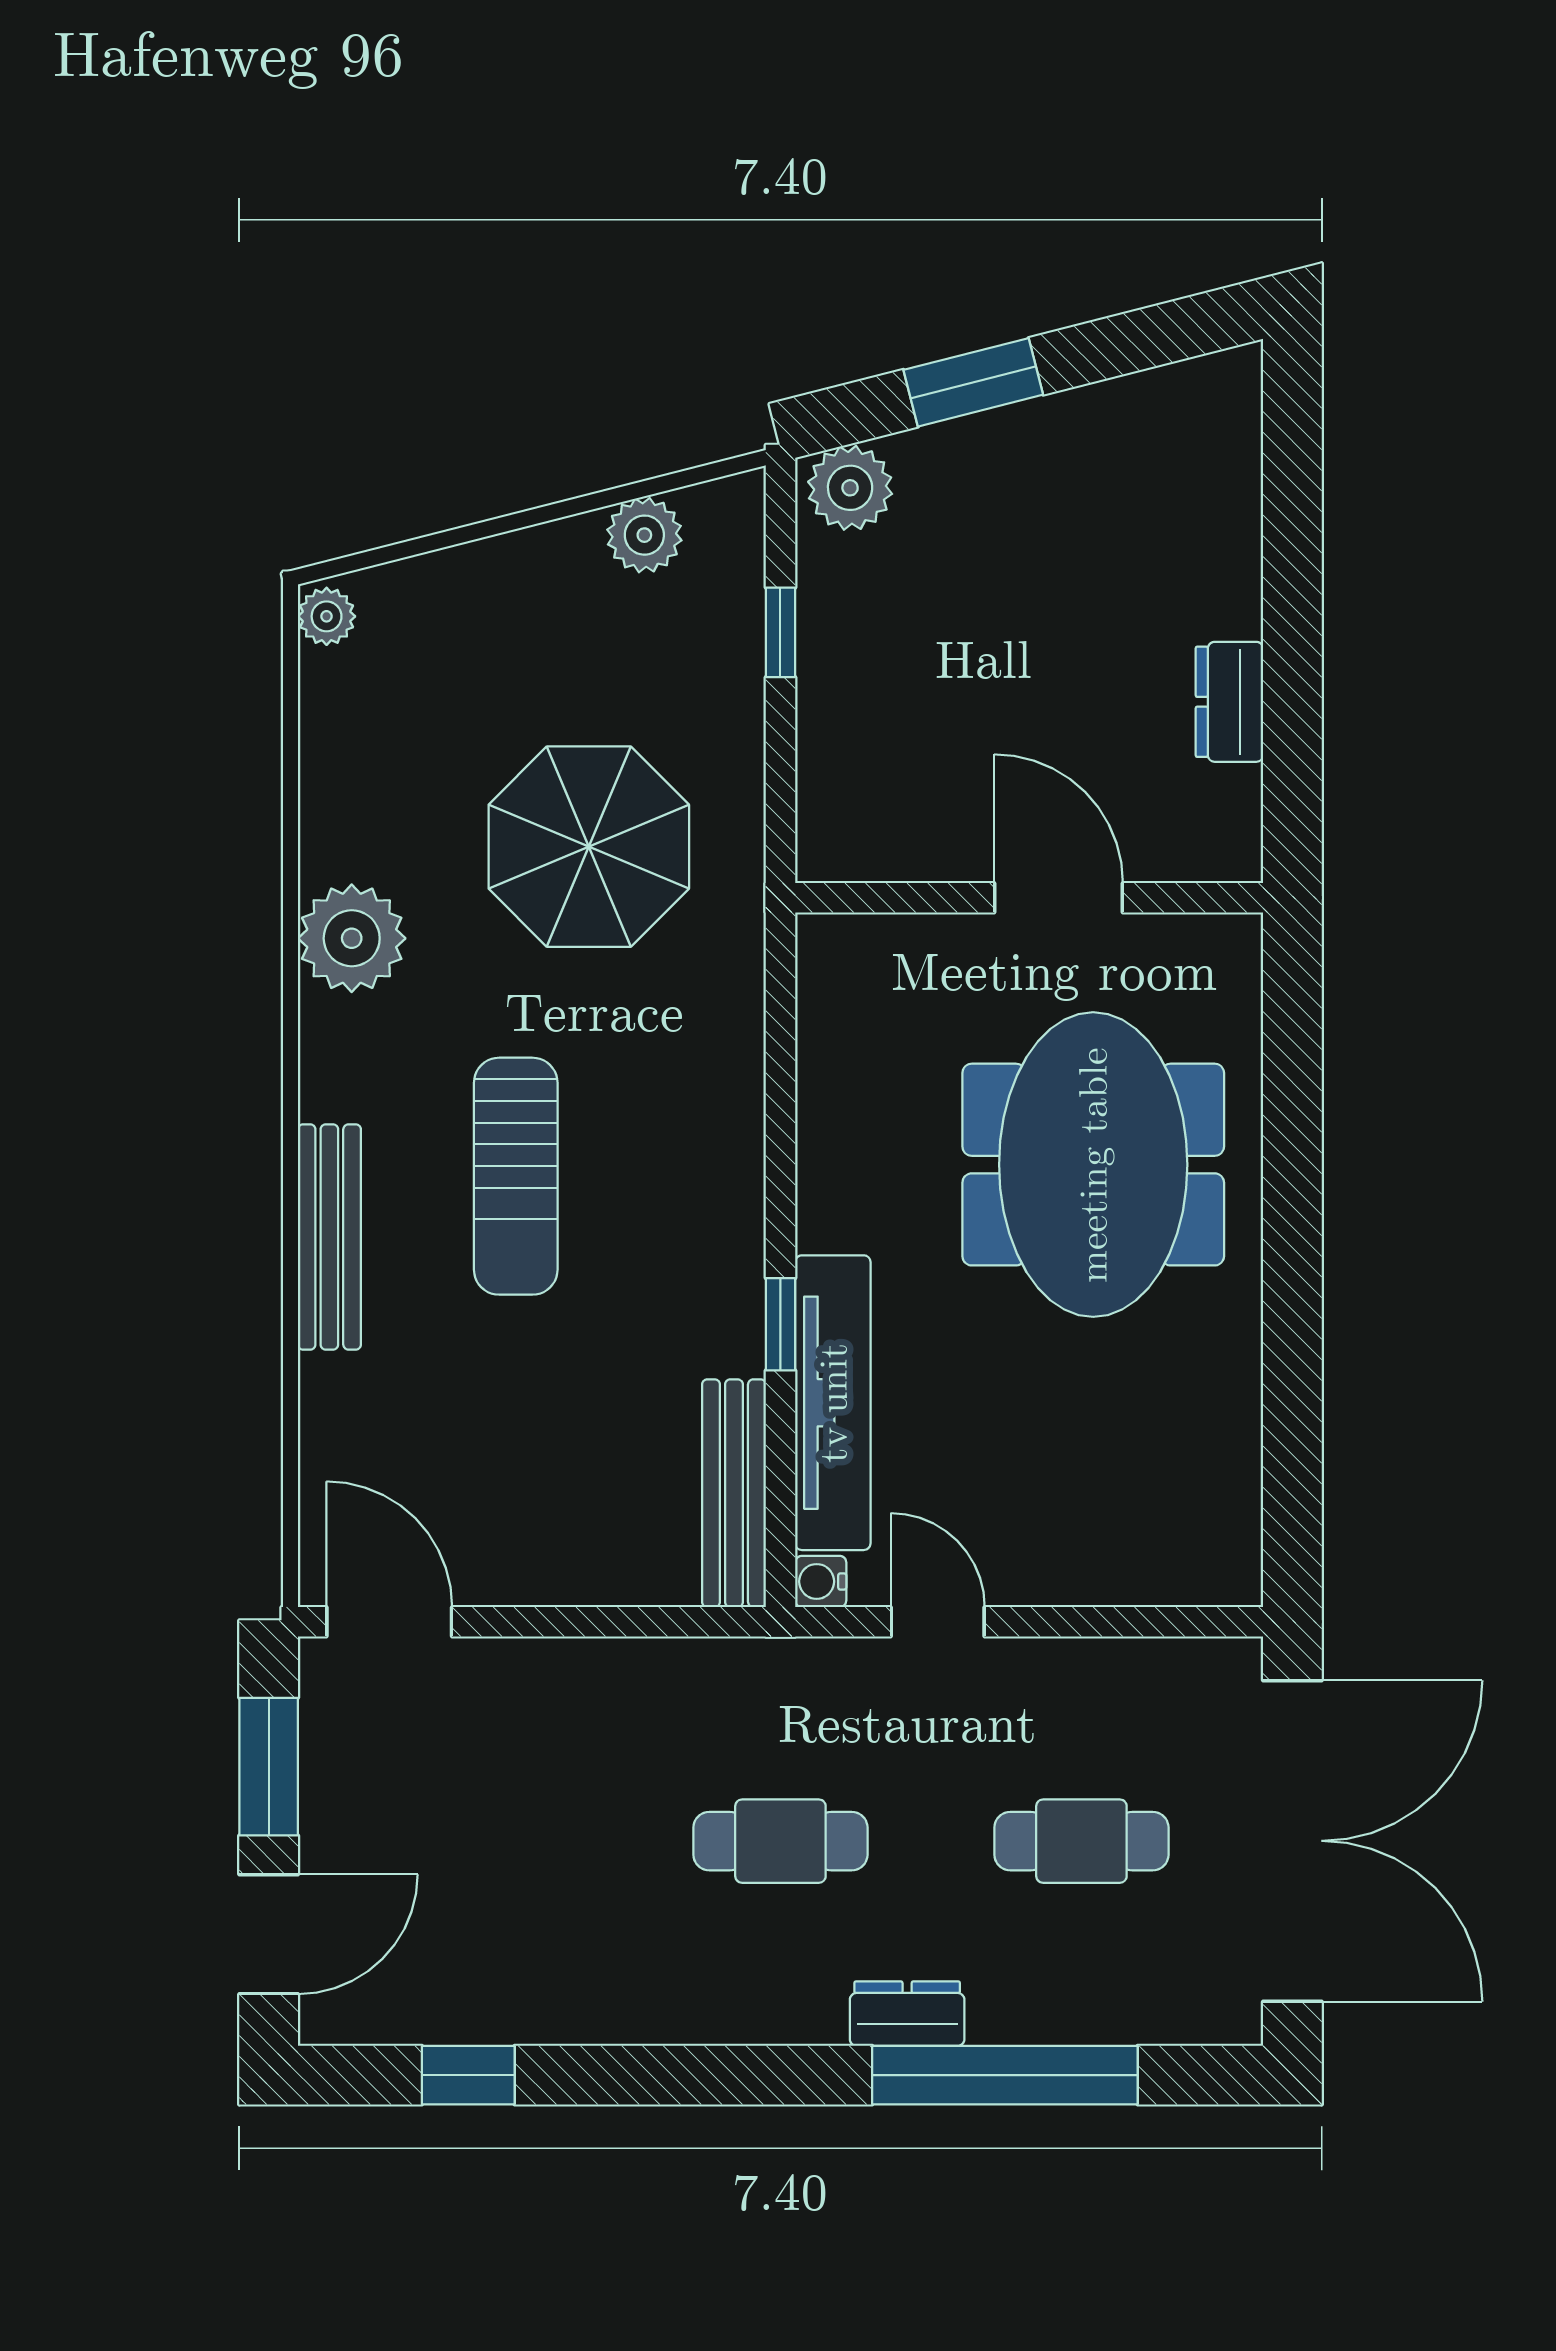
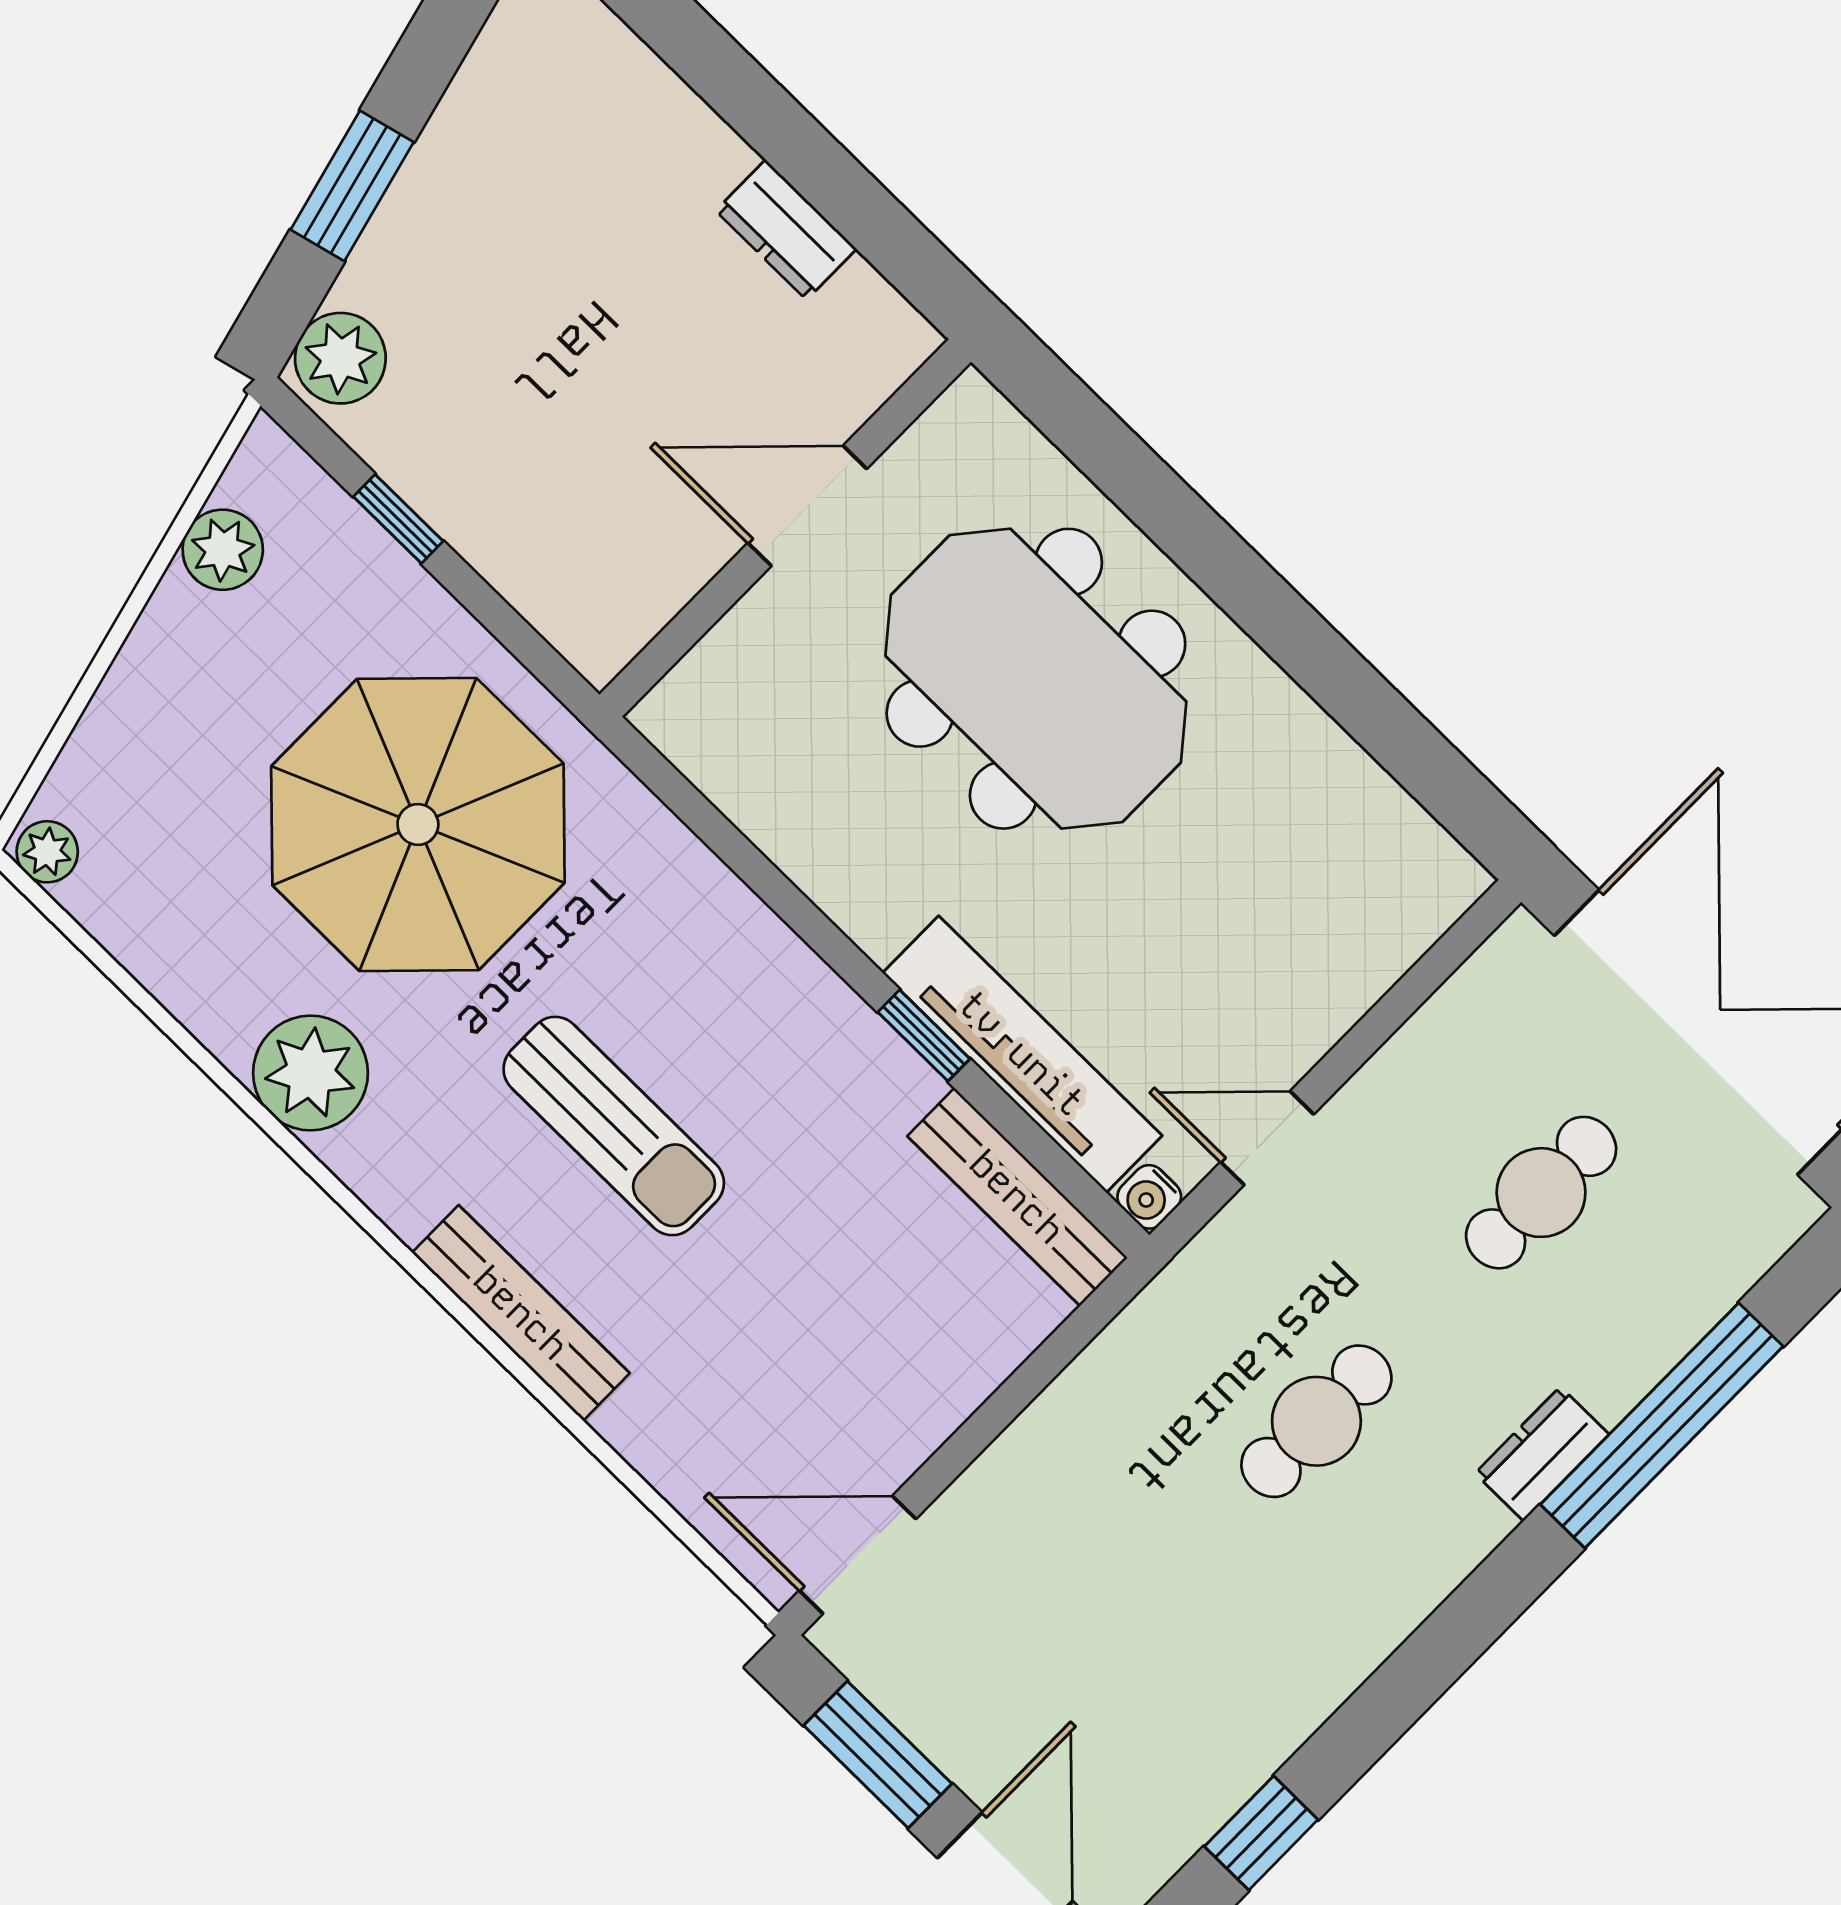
parasol: (589, 847) -> (418, 824), width x1.36, depth x1.36

